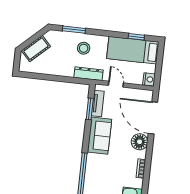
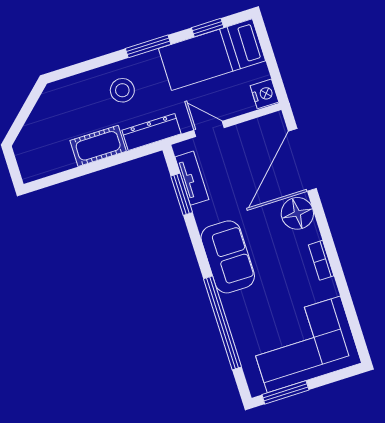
window: (74, 30) -> (148, 46), moved
cot: (36, 49) -> (98, 146), moved, turned 43
door: (153, 118) -> (302, 160), hinge flipped
sofa: (100, 136) -> (228, 257), moved

